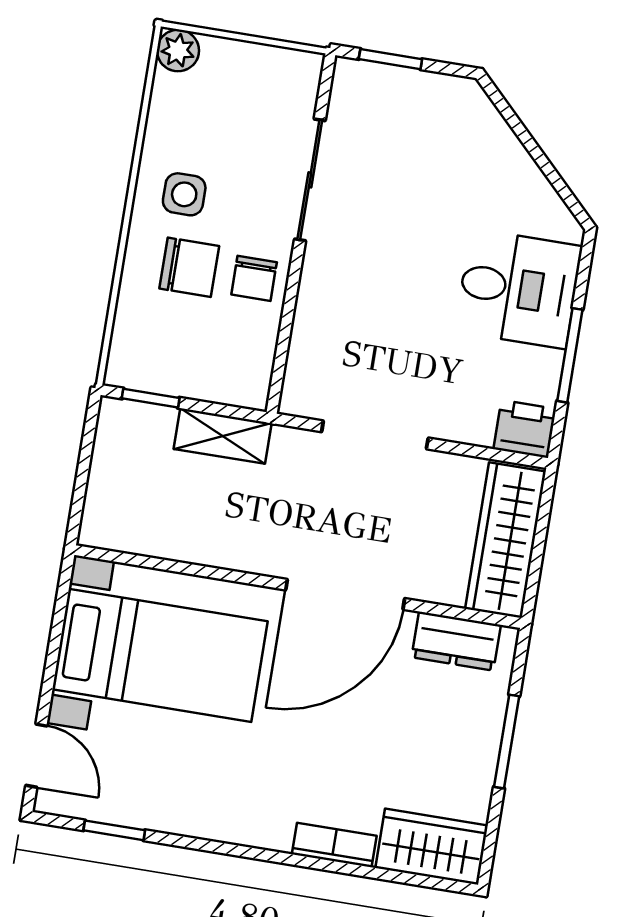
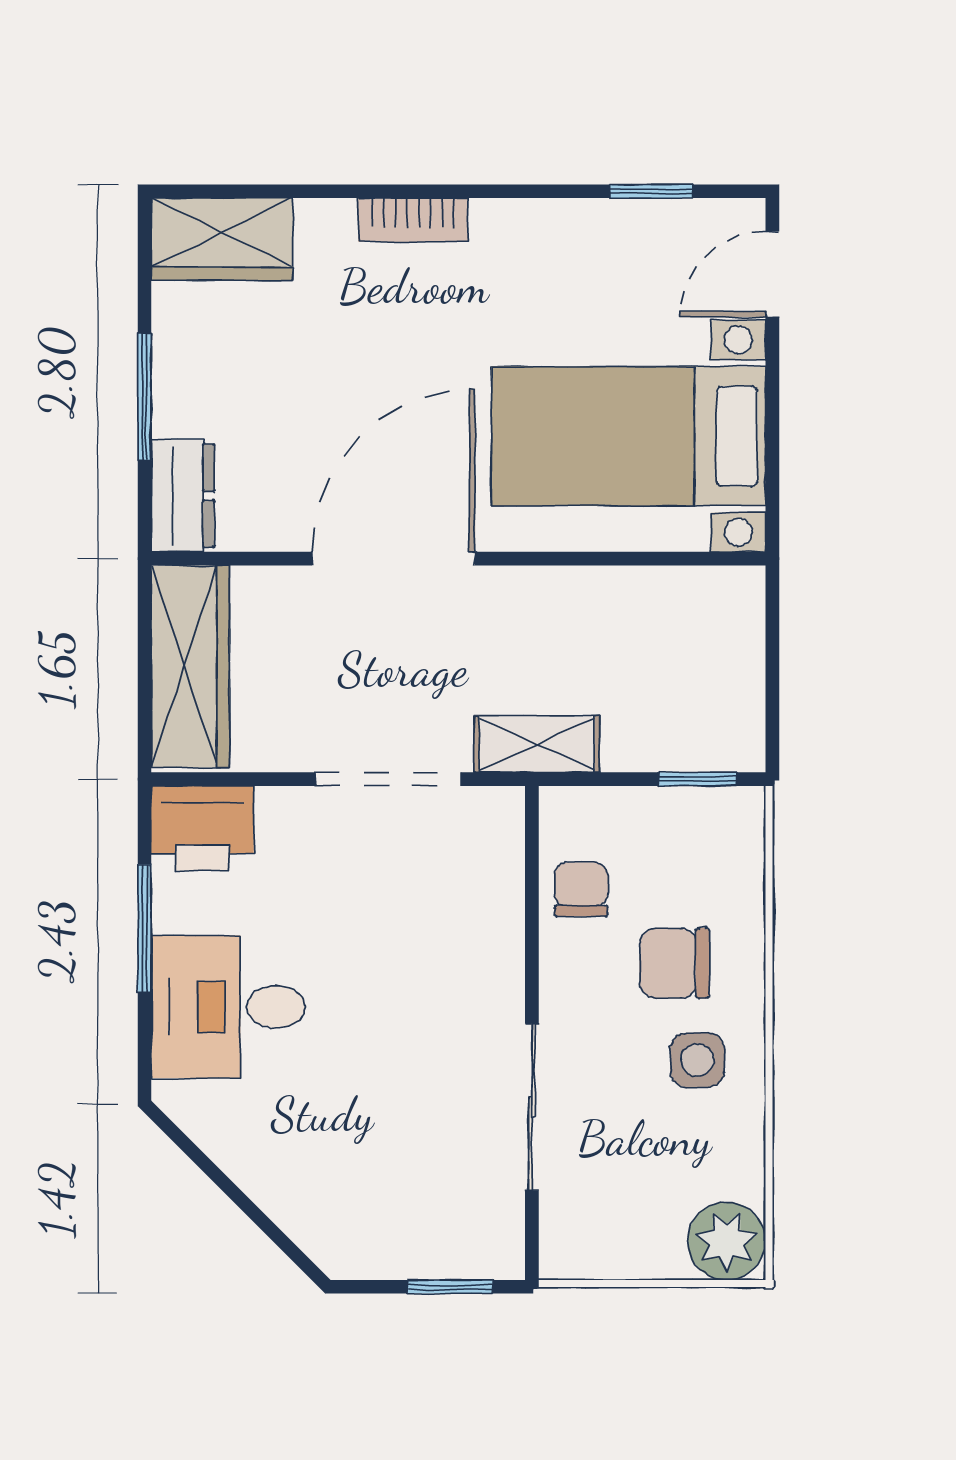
plant: (178, 50) -> (727, 1241), width x1.38, depth x1.38
chair: (254, 278) -> (581, 889), moved
printer: (525, 429) -> (202, 828), width x1.36, depth x1.24
shelving: (223, 436) -> (537, 744), moved
dresser: (456, 641) -> (183, 496), moved, turned 90
door: (36, 756) -> (772, 274), hinge flipped
bookcase: (334, 845) -> (413, 220), moved

